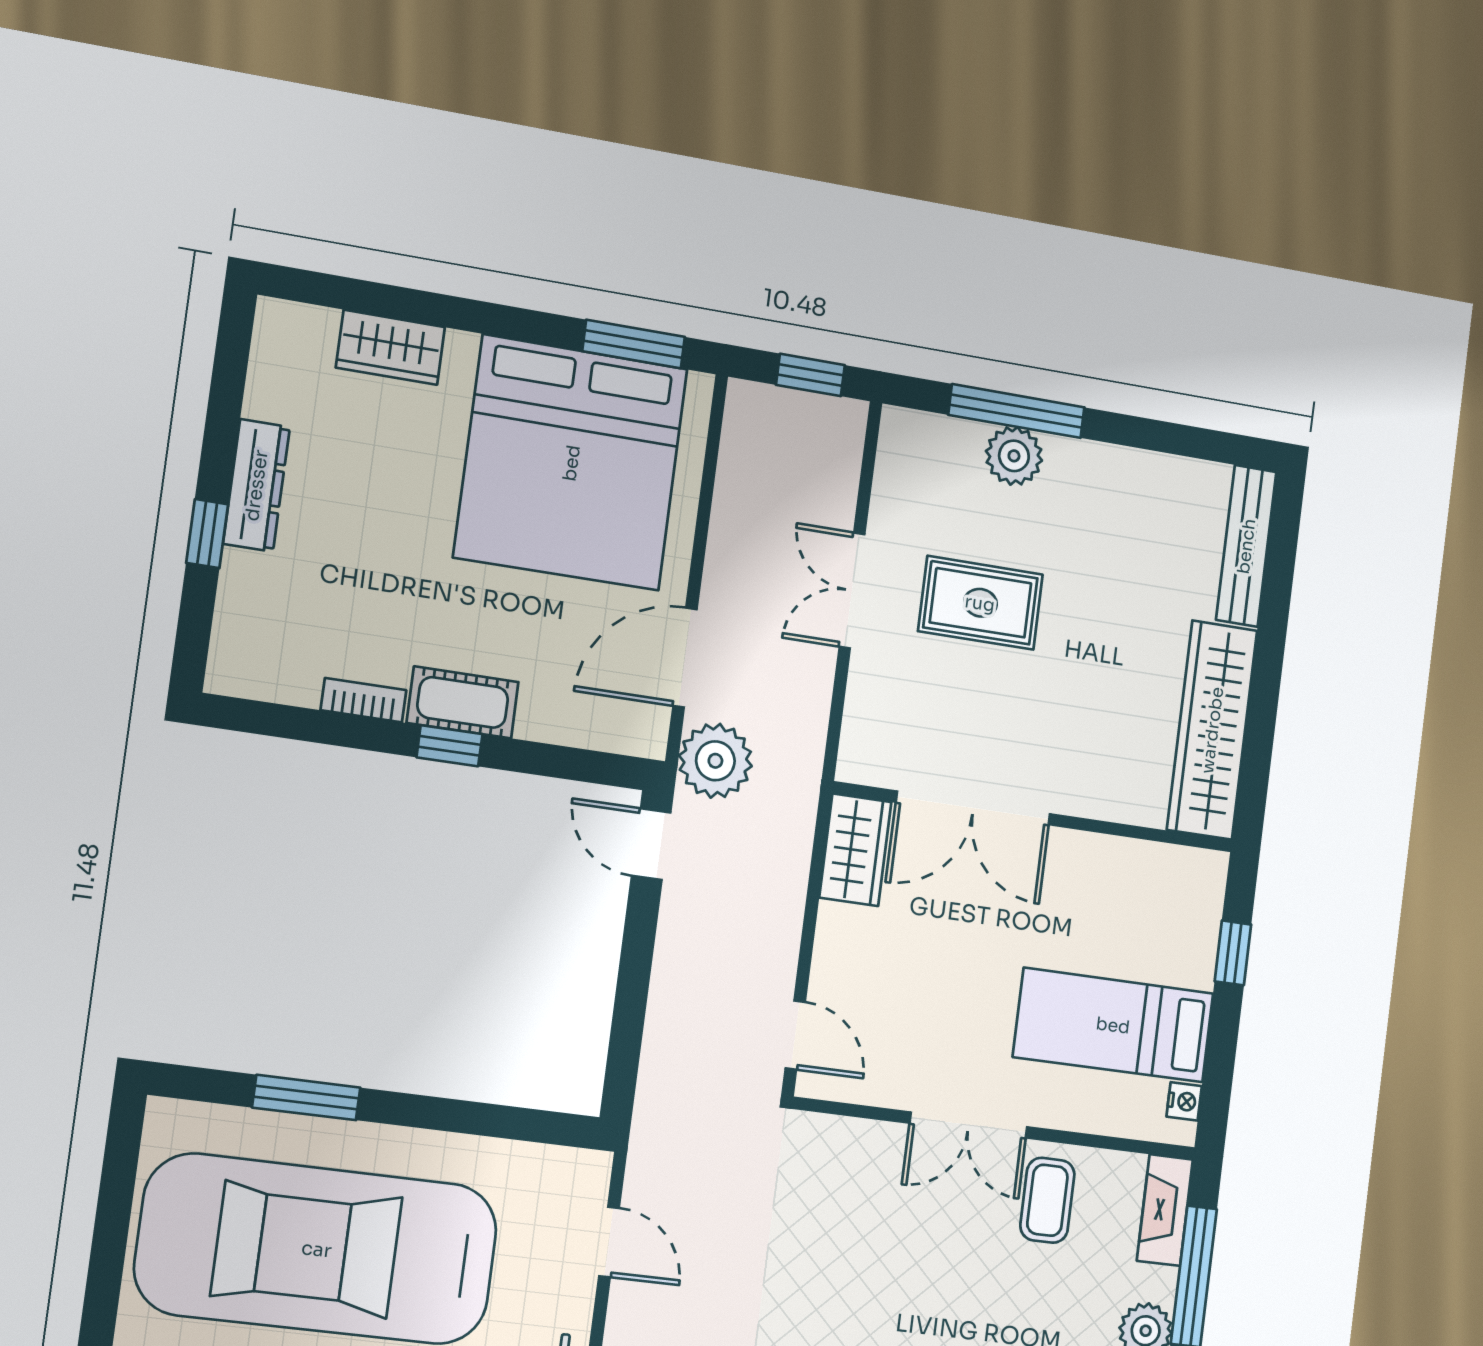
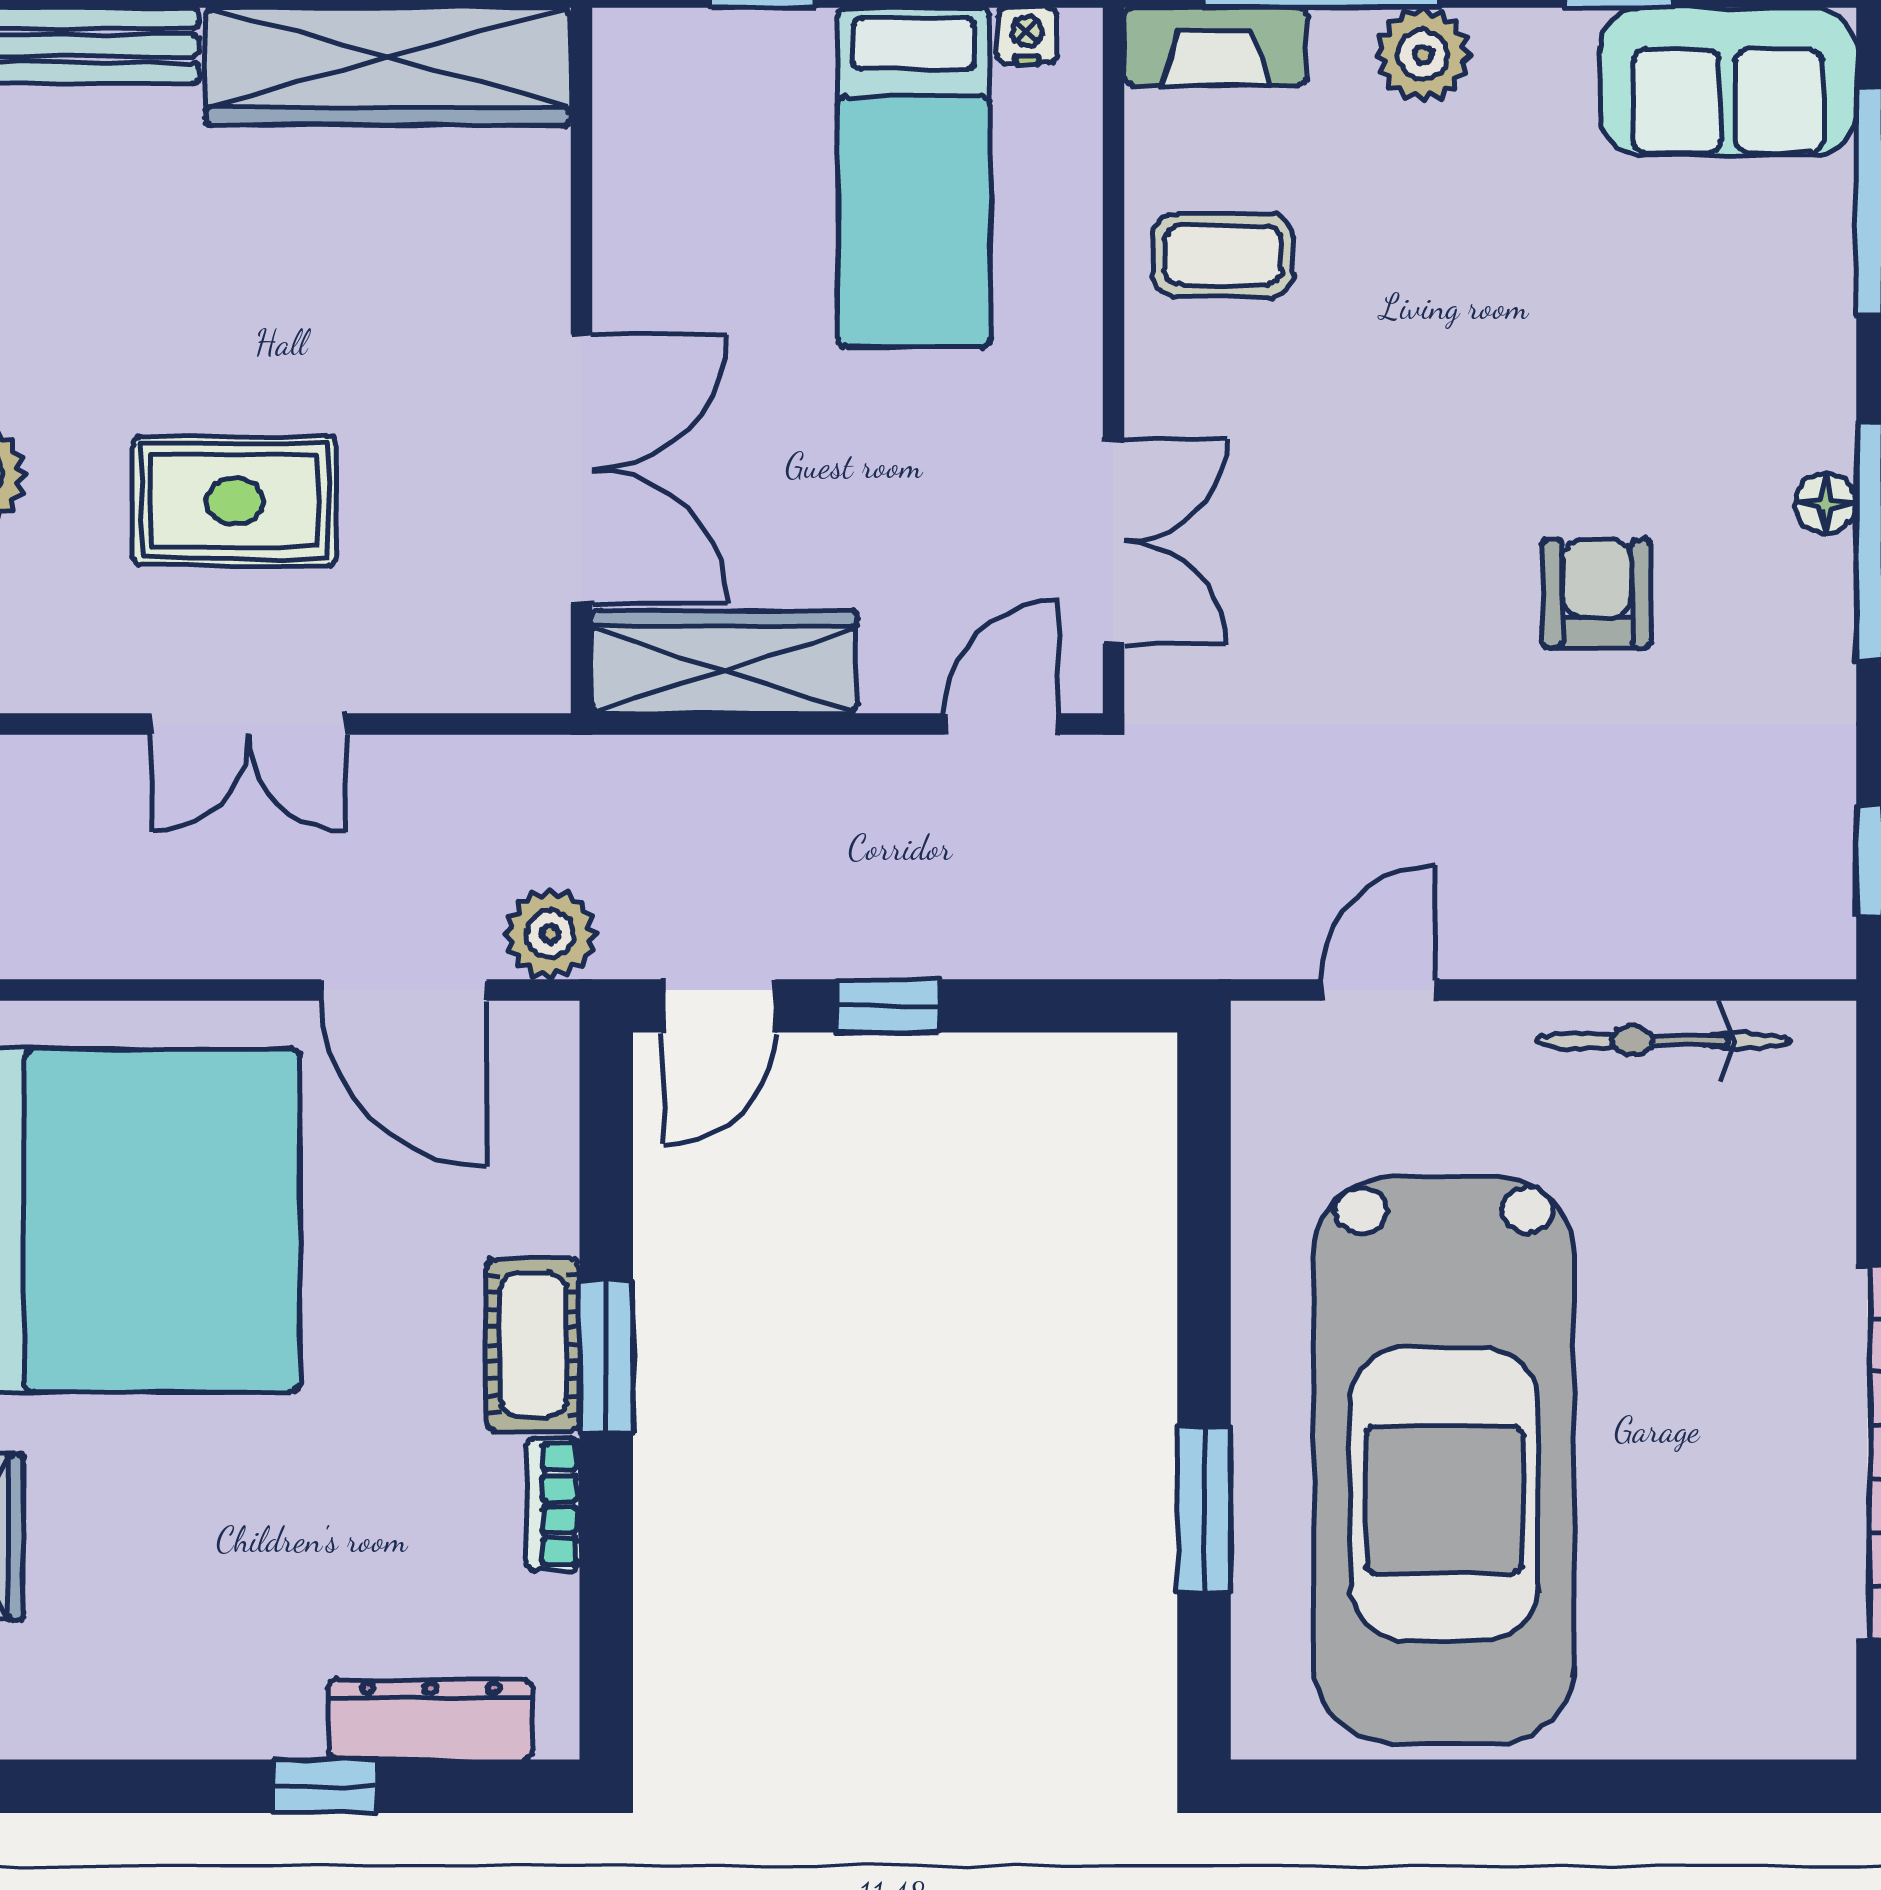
dresser: (256, 485) -> (430, 1719), moved
rug: (980, 603) -> (235, 501), turned 90
window: (450, 746) -> (606, 1356), width x1.50
plant: (715, 761) -> (550, 934), width x0.73, depth x0.73
wardrobe: (855, 850) -> (724, 662), width x1.50
window: (638, 945) -> (888, 1006), added
double door: (969, 1125) -> (1113, 542), moved

